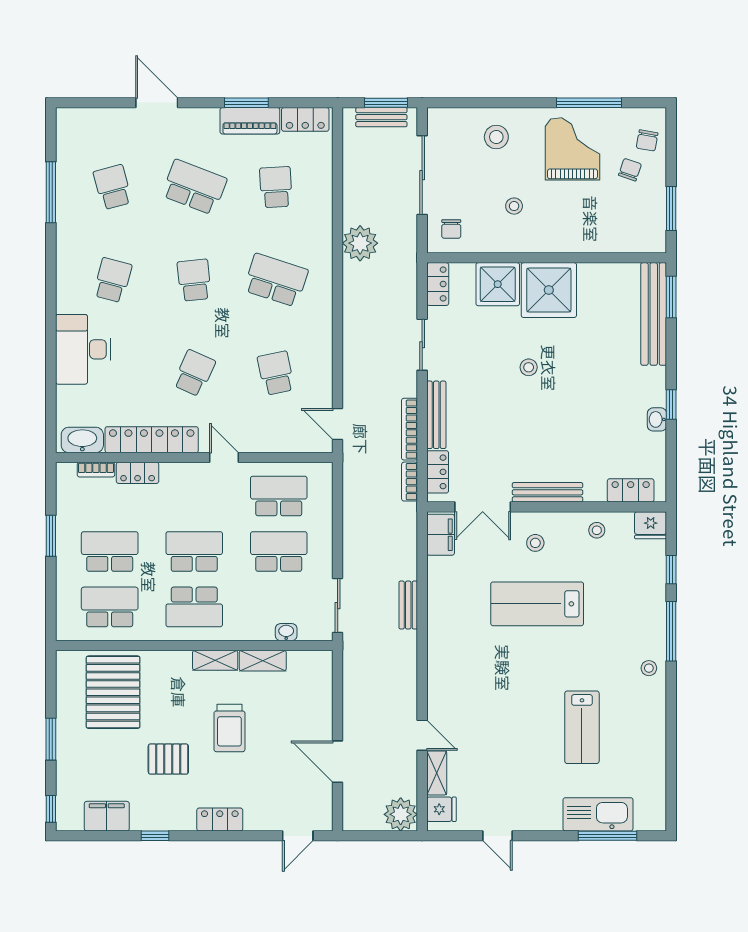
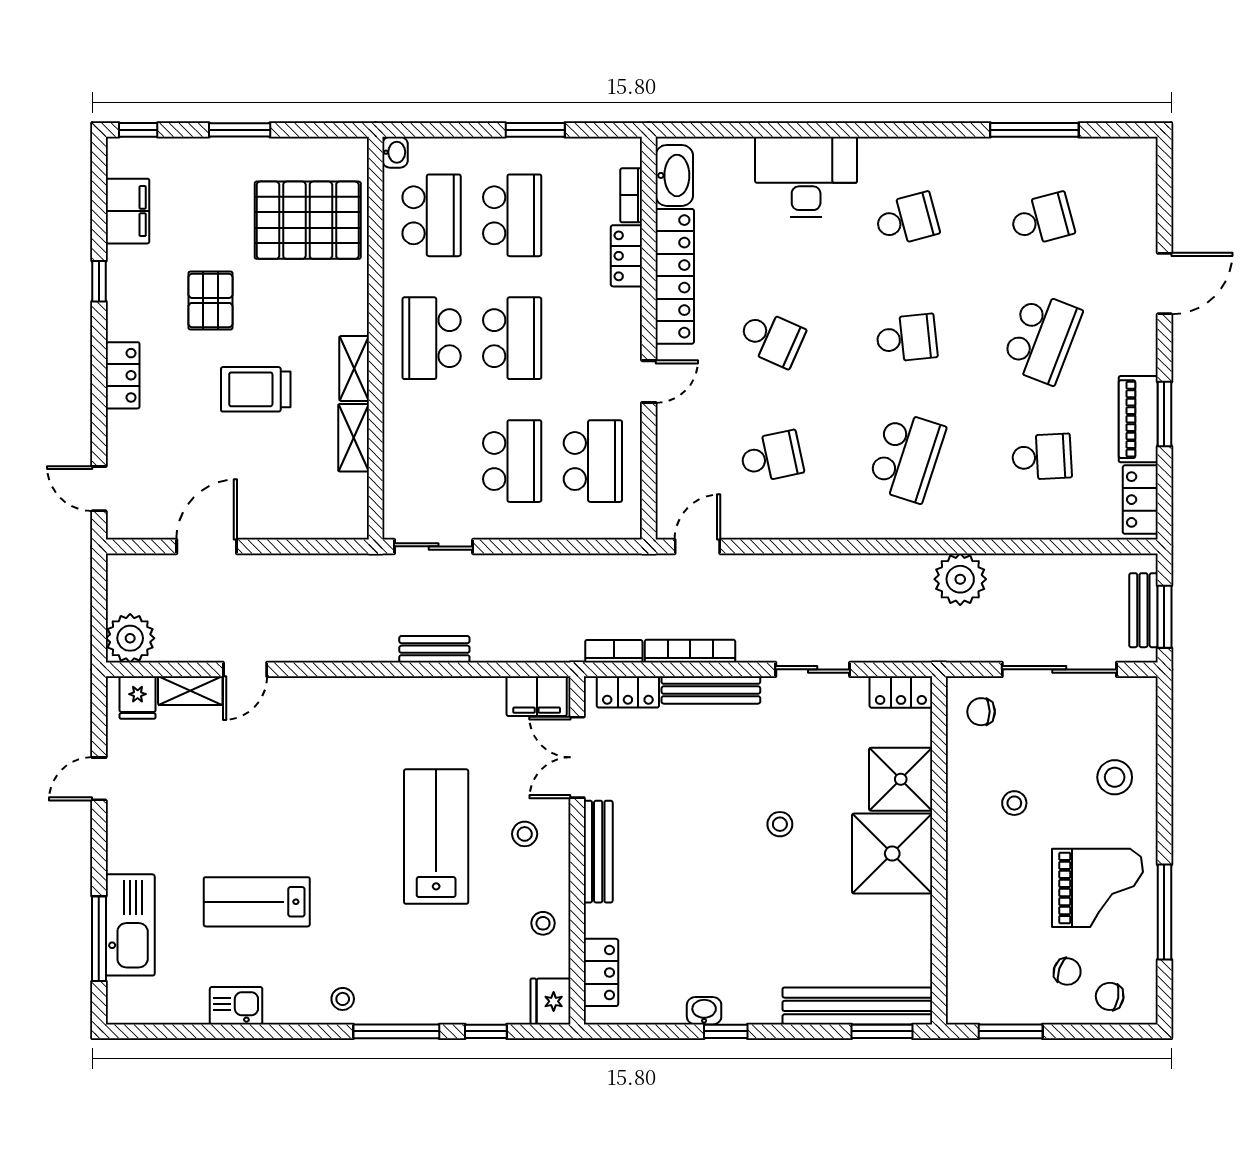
school desk: (113, 280) -> (907, 219), turned -30
washbasin: (286, 632) -> (395, 152), moved
kitchen sink: (653, 741) -> (236, 1006), added

